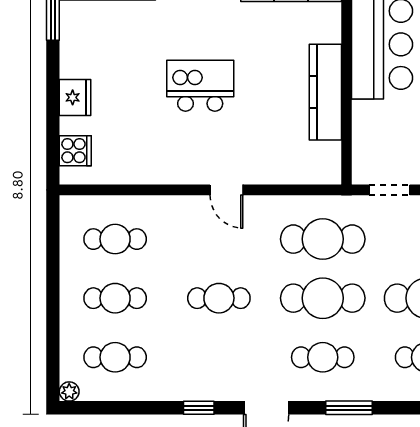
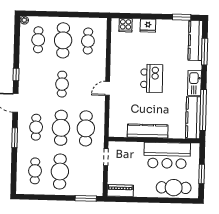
cafe table: (115, 298) -> (63, 40), width x1.37, depth x1.35

